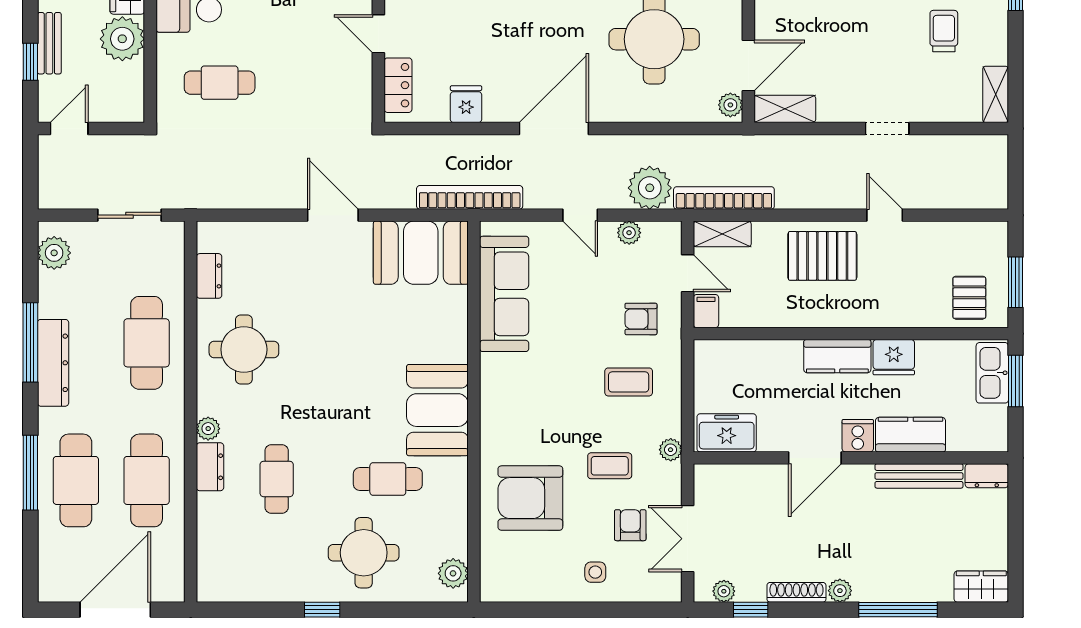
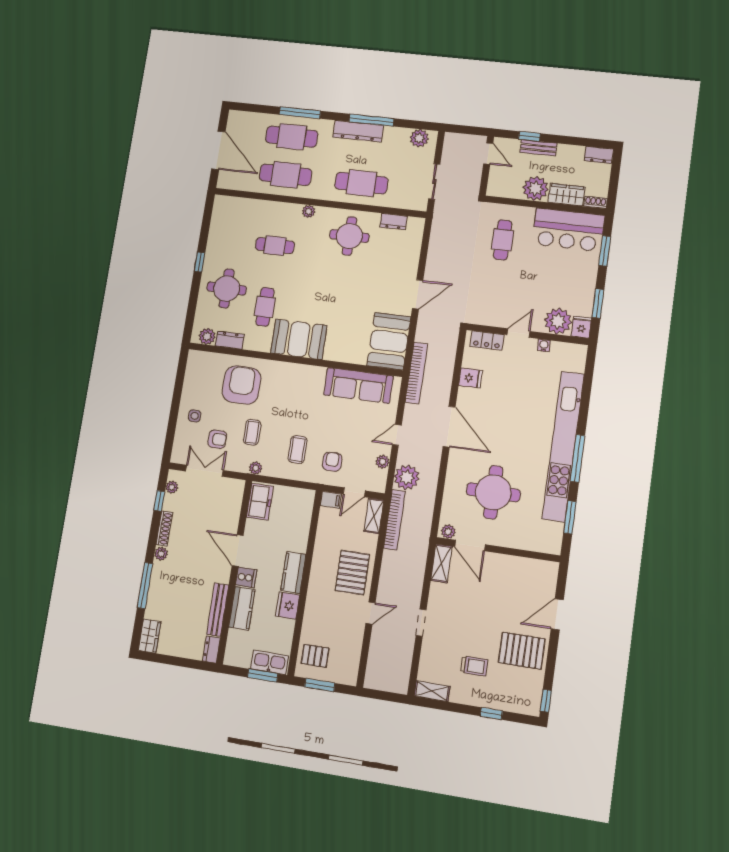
dresser: (210, 467) -> (230, 340), moved, turned 180

